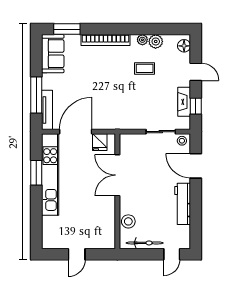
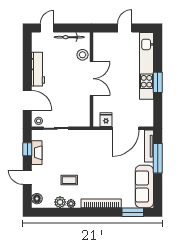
sofa: (53, 54) -> (144, 187), width x1.36
window: (36, 173) -> (158, 82), moved
kitchen unit: (50, 175) -> (147, 66), moved
double door: (117, 175) -> (91, 79), moved

